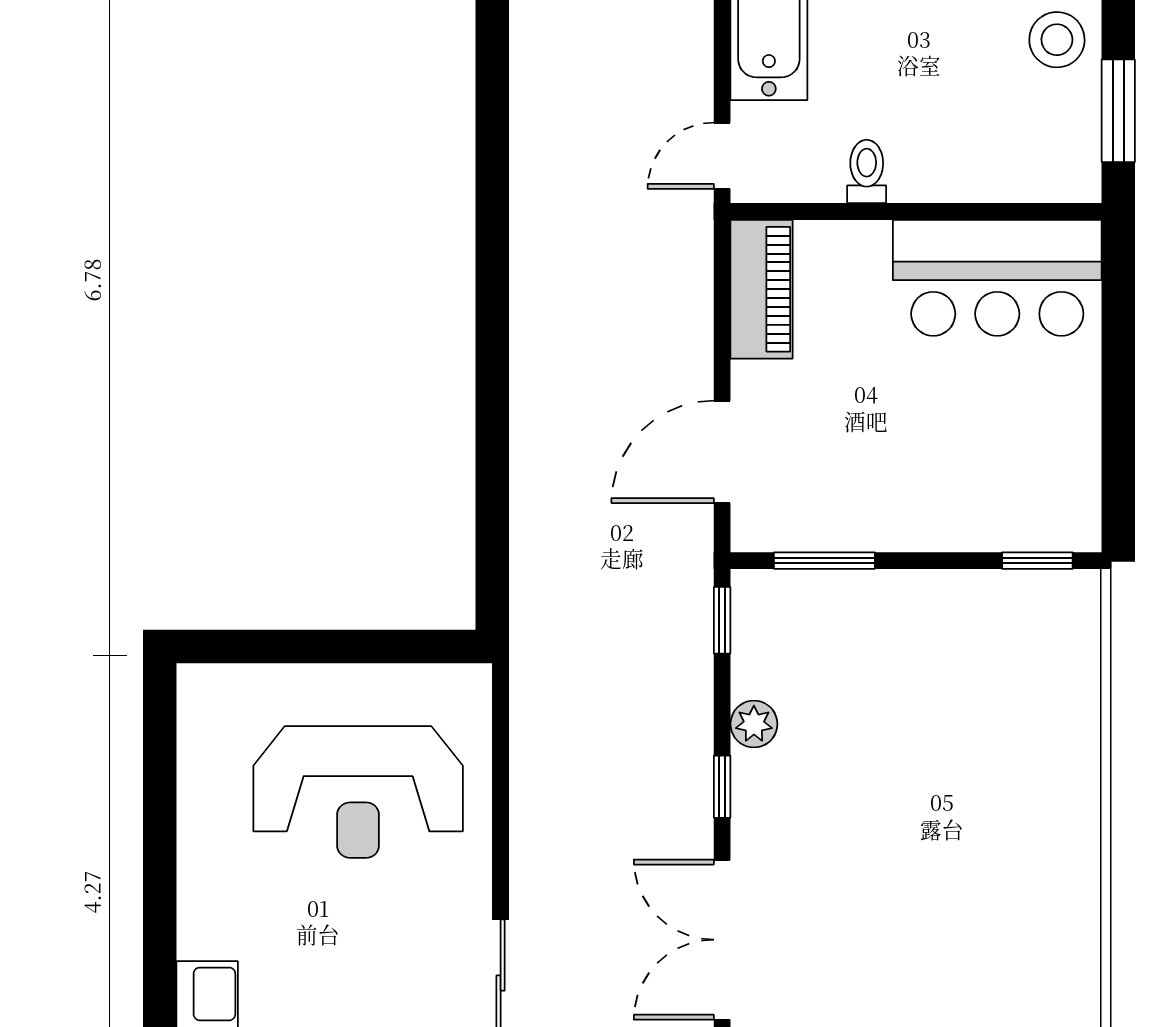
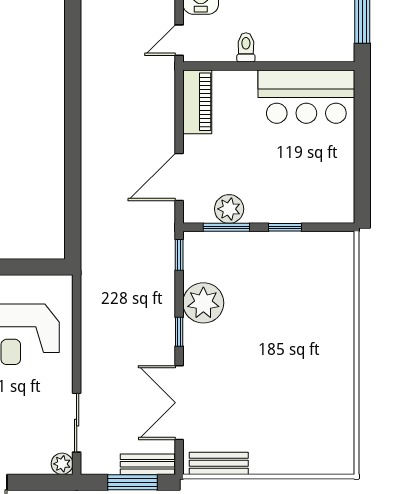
plant: (830, 521) -> (229, 209), added
window: (1037, 561) -> (285, 227), moved
plant: (754, 724) -> (203, 303), width x1.88, depth x1.88

